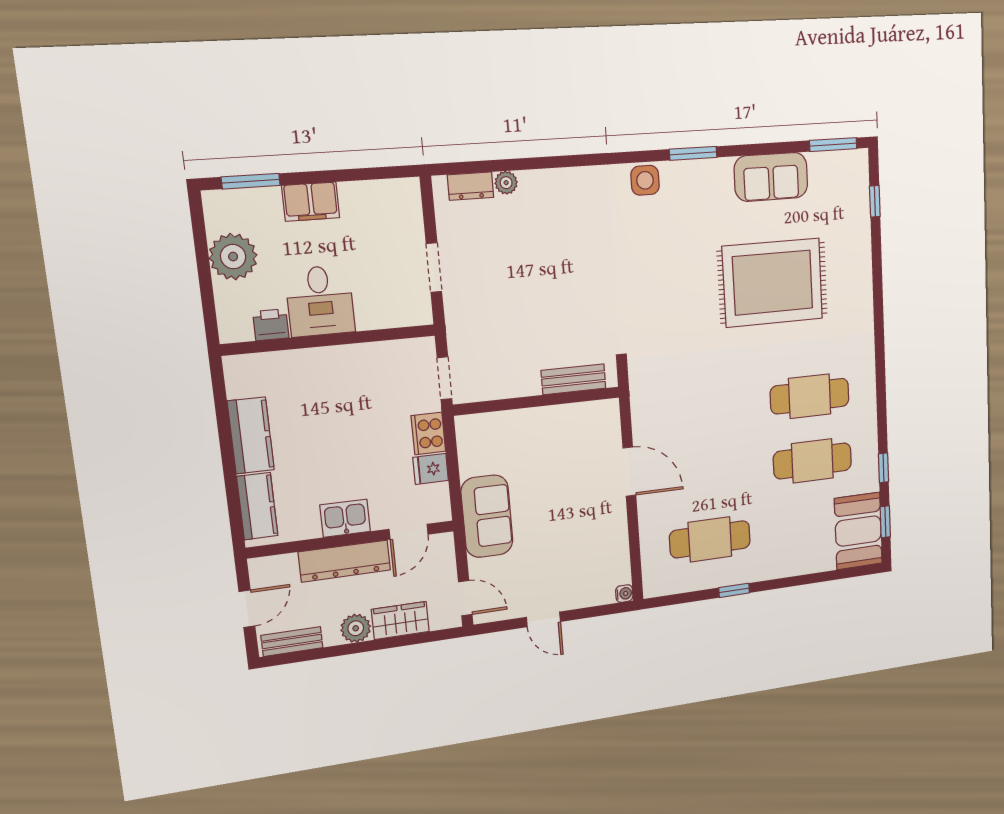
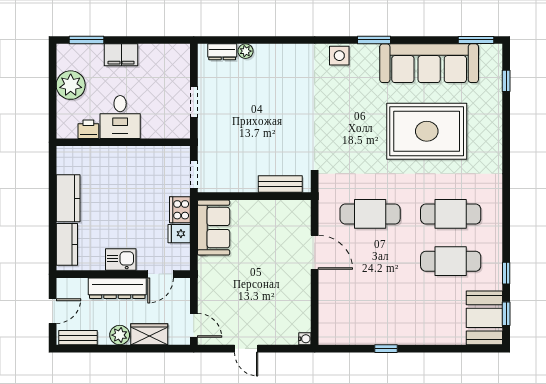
sofa: (771, 177) -> (429, 63), width x1.85, depth x1.27
sofa: (487, 516) -> (214, 228), moved
cafe table: (710, 539) -> (370, 214), moved

